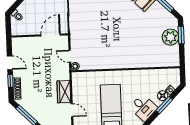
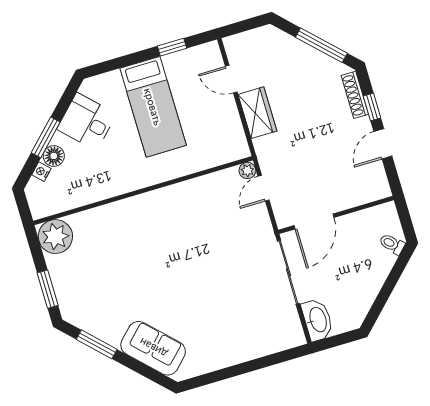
plant: (171, 37) -> (55, 237), moved
door: (70, 56) -> (263, 188), swing flipped
door: (10, 63) -> (383, 144), hinge flipped

